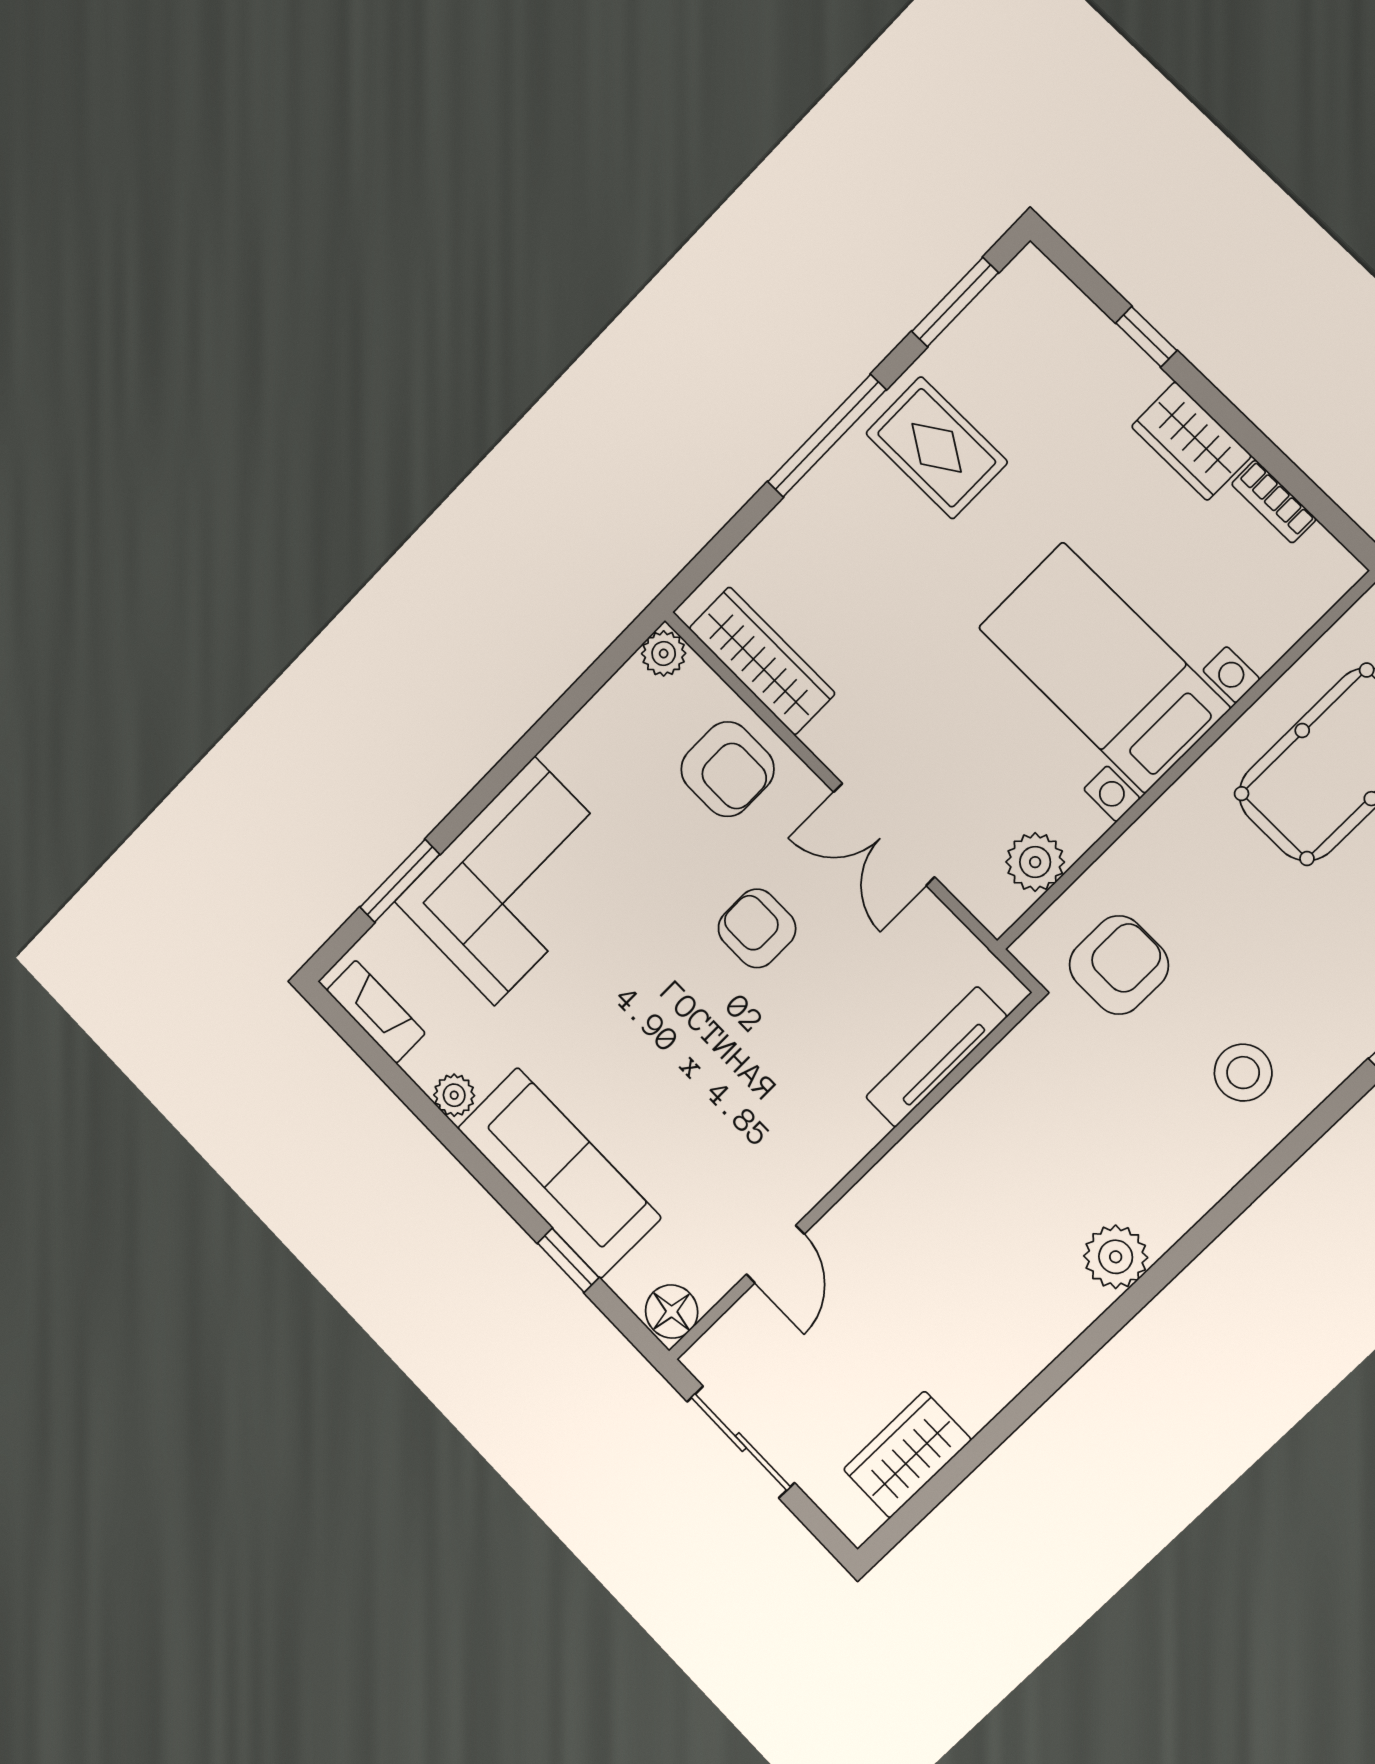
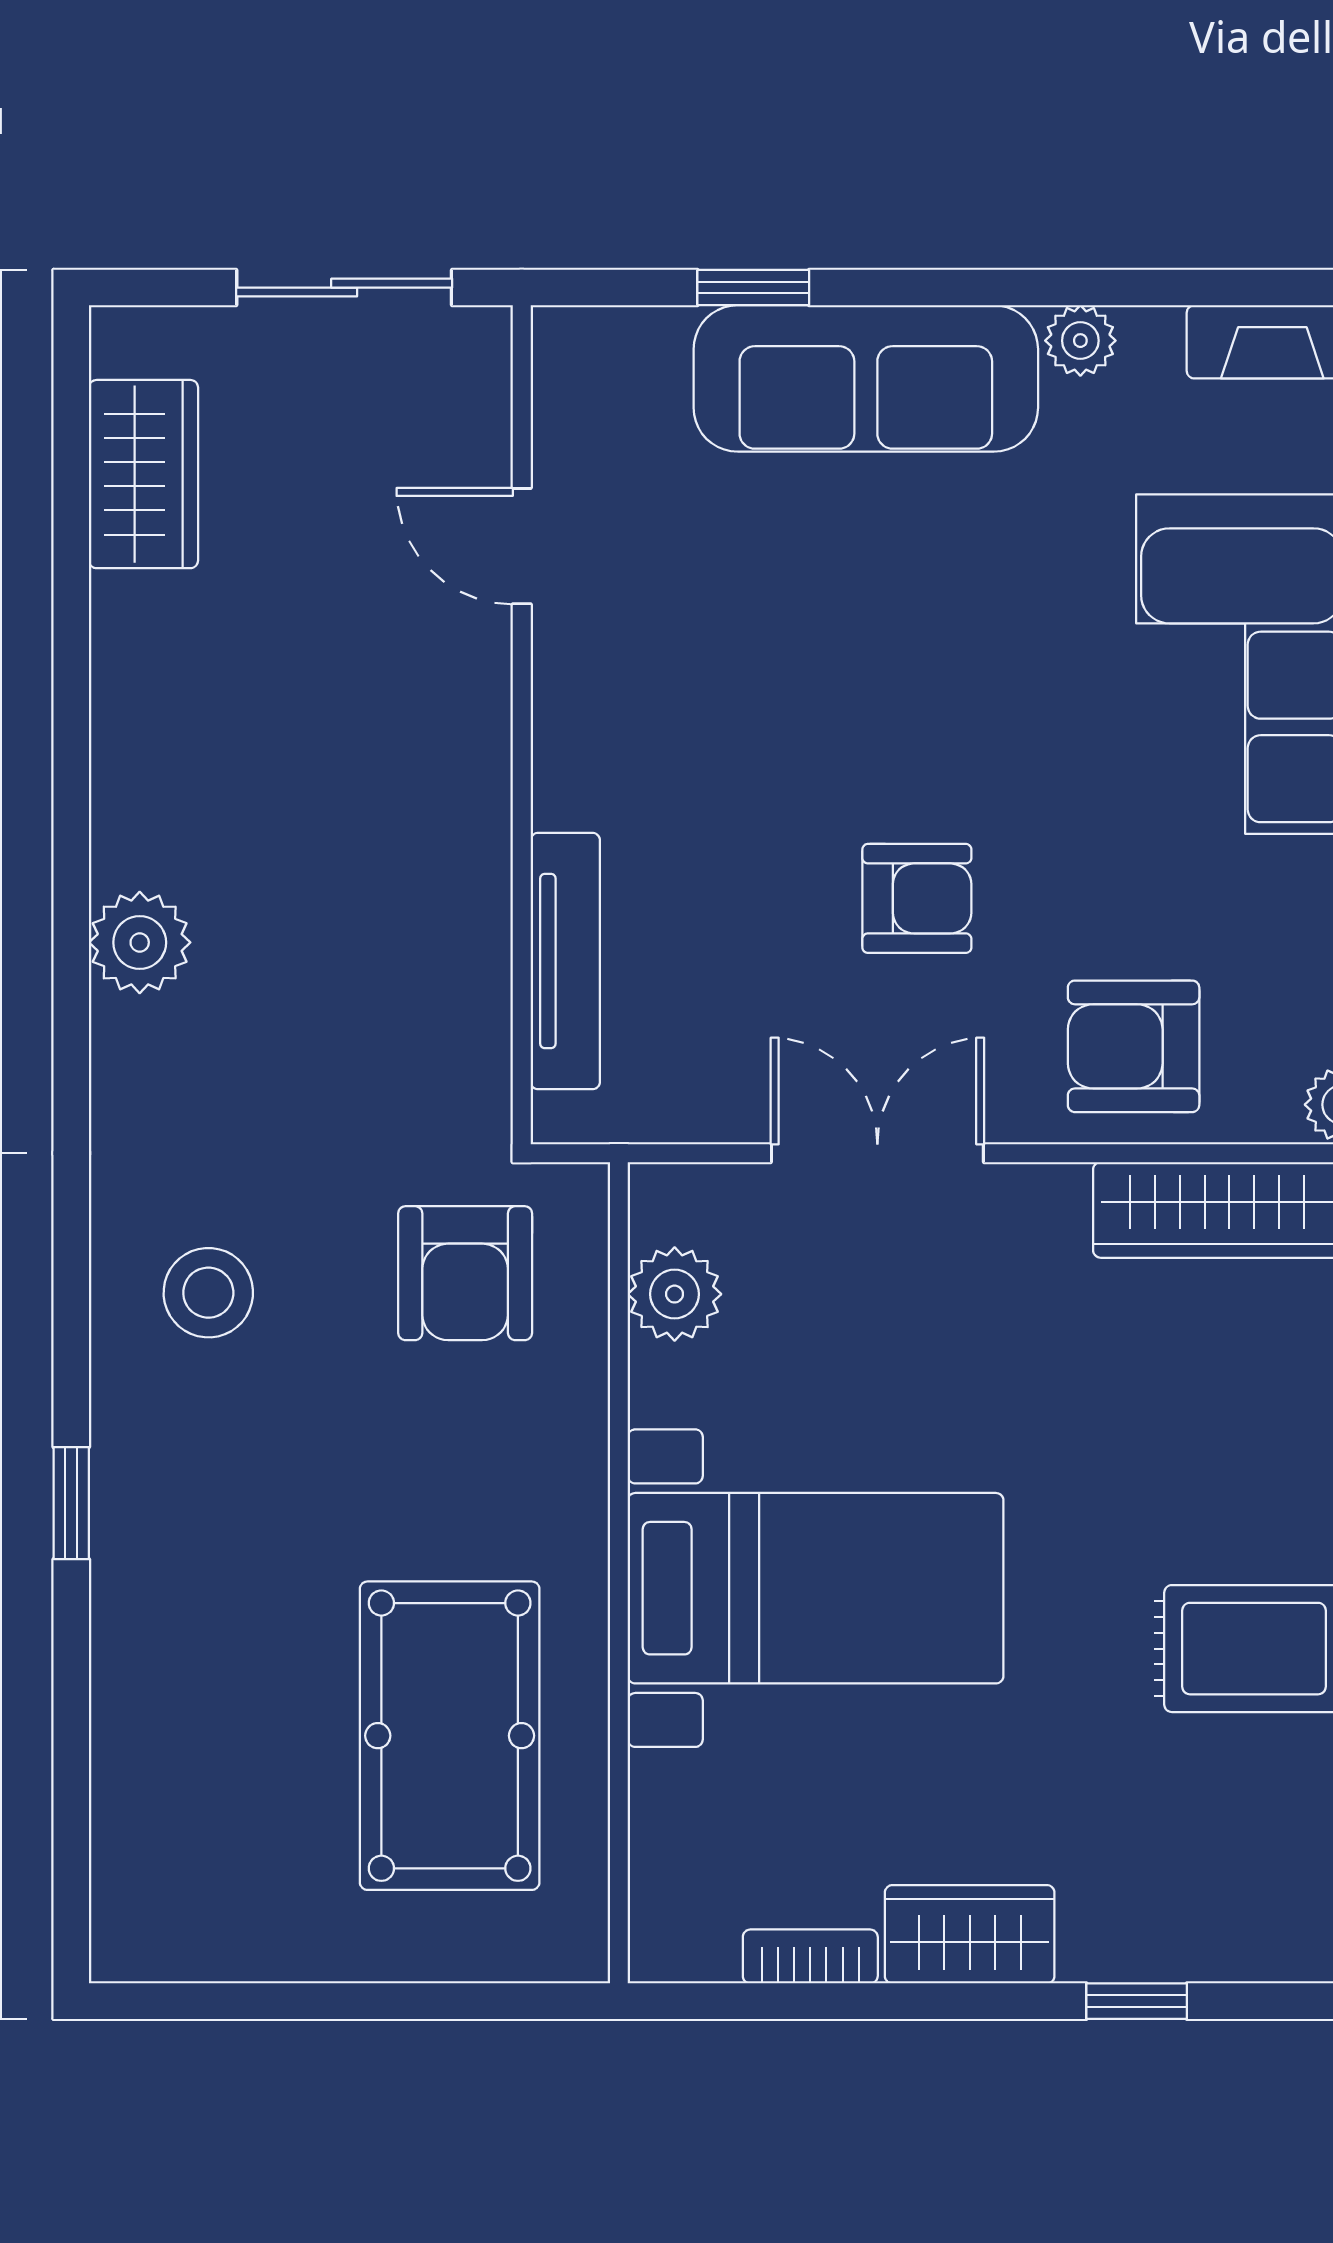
floor lamp: (672, 1312) -> (574, 355), removed

